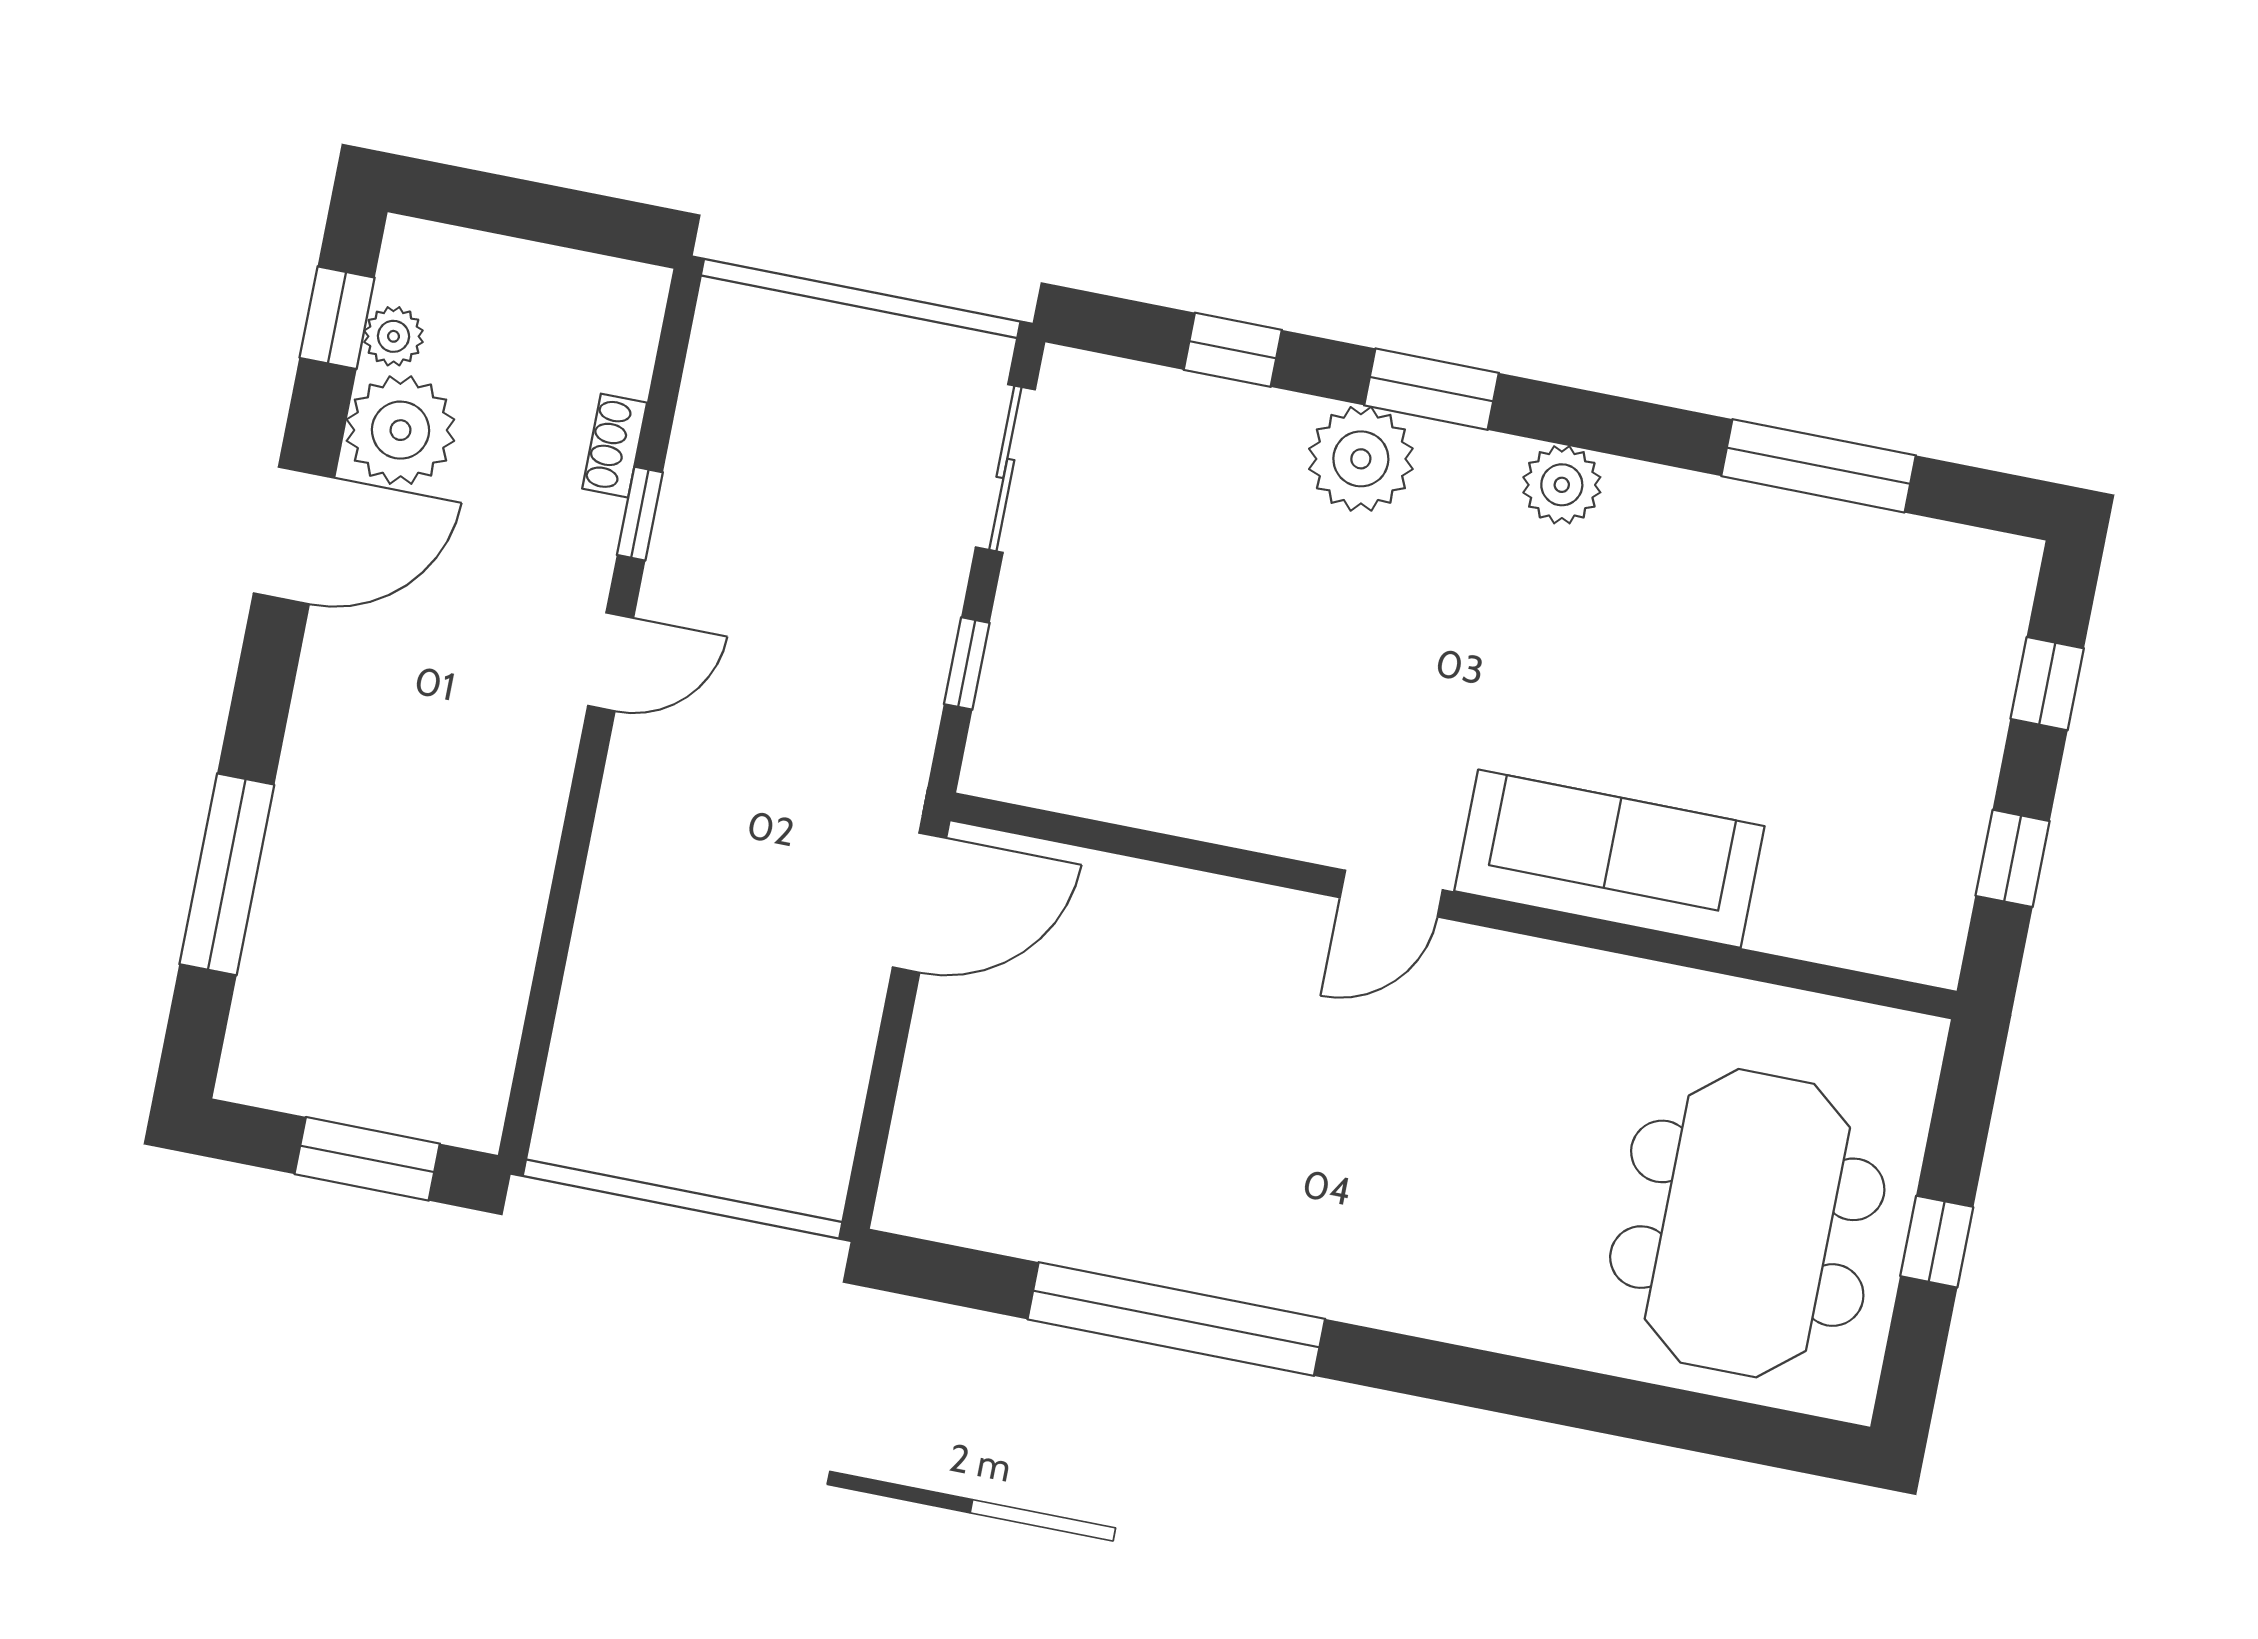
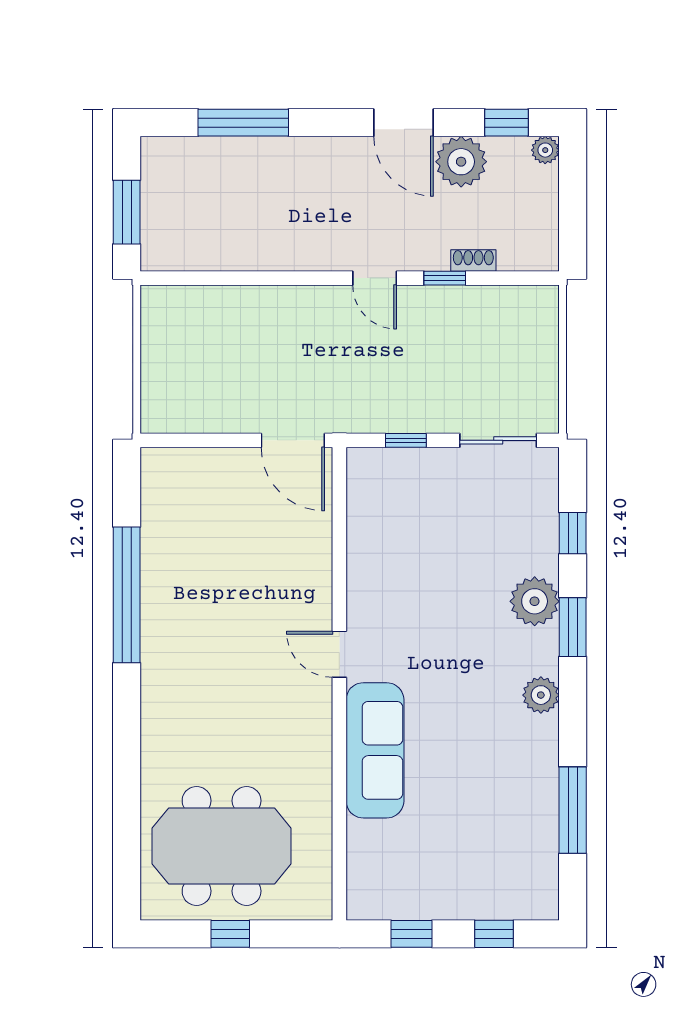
plant: (394, 336) -> (545, 150), moved

